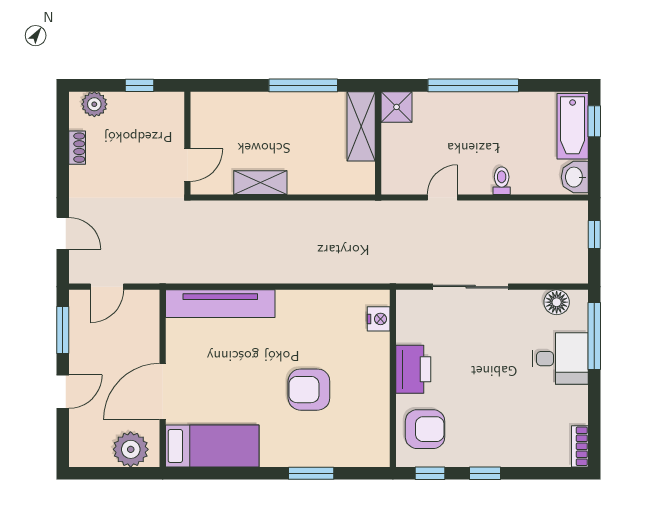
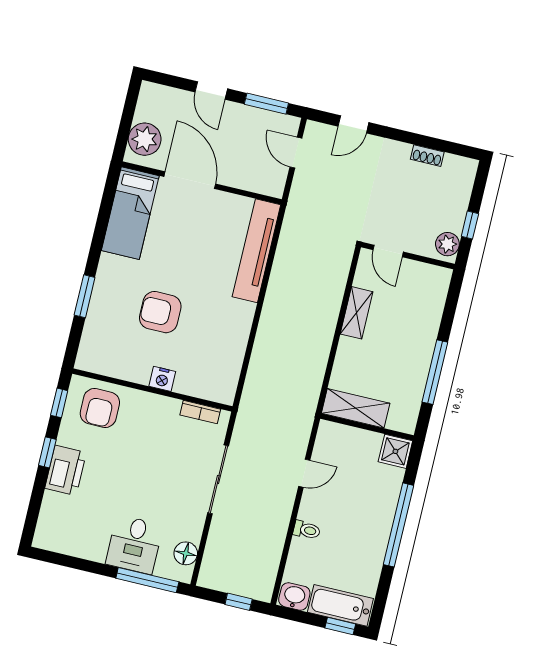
plant: (94, 104) -> (447, 244), moved
shelving: (361, 126) -> (356, 408), moved
door: (442, 198) -> (304, 473), hinge flipped
nightstand: (379, 319) -> (162, 379), moved
printer: (413, 369) -> (66, 470), moved, turned -90
armchair: (309, 390) -> (160, 312), turned -90
bookcase: (580, 446) -> (200, 412), moved, turned 180

